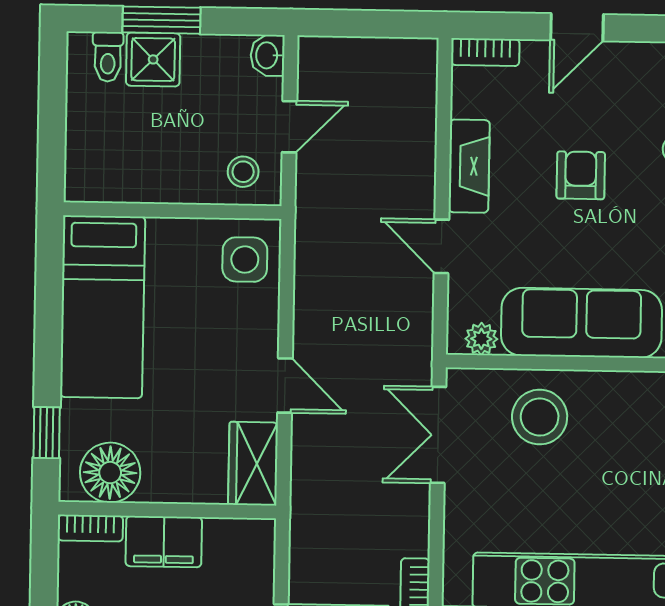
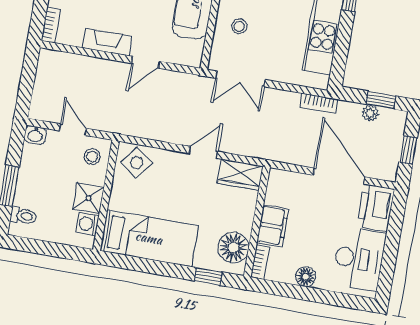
shower: (153, 59) -> (88, 198), moved
washing machine: (112, 183) -> (87, 224), added
side table: (245, 260) -> (137, 163), turned 37
plant: (481, 339) -> (195, 49), removed
stool: (540, 417) -> (239, 26), width x0.53, depth x0.53

